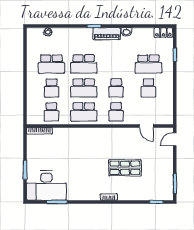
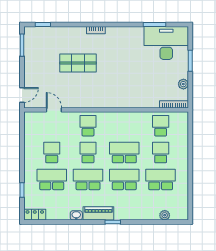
school desk: (84, 112) -> (88, 179), moved
plant: (31, 149) -> (183, 84), added

